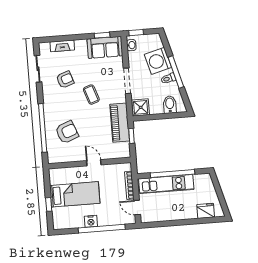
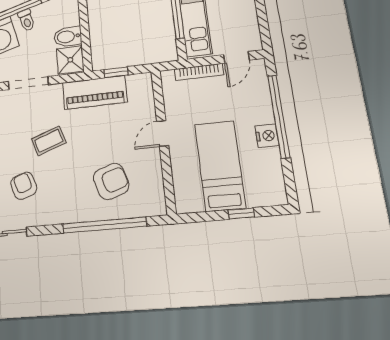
bidet: (170, 105) -> (68, 37), moved
armchair: (67, 132) -> (111, 181), turned 93

